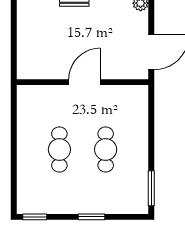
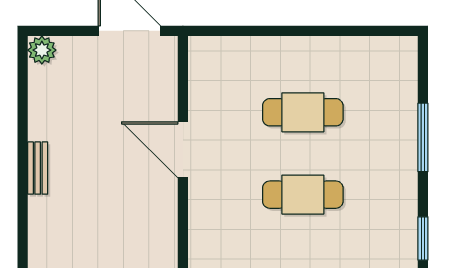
window: (151, 188) -> (372, 31), removed
window: (91, 217) -> (423, 137), width x1.44

